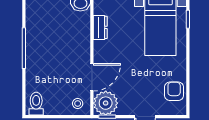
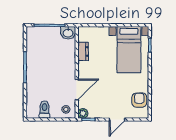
plant: (106, 103) -> (83, 113), width x0.53, depth x0.53
toilet: (36, 104) -> (44, 109), moved

